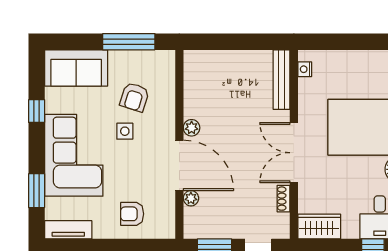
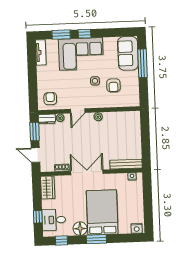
window: (129, 42) -> (142, 63), moved
armchair: (134, 97) -> (113, 85), turned -108
window: (37, 111) -> (85, 34), moved
door: (179, 165) -> (78, 111), width x0.53
armchair: (132, 214) -> (50, 99), moved
dresser: (192, 223) -> (47, 119), added

